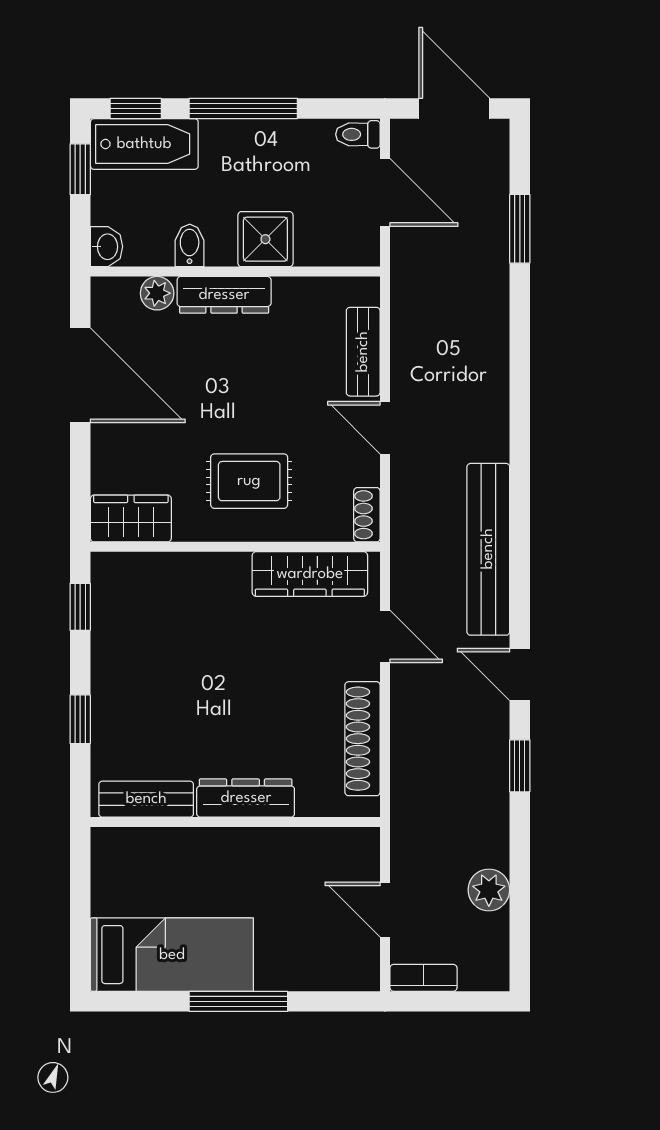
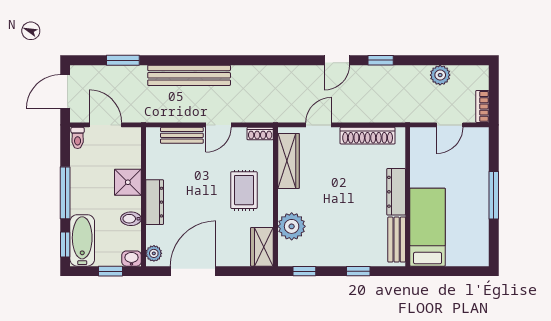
window: (80, 169) -> (111, 271), moved
door: (385, 192) -> (105, 125), hinge flipped
plant: (157, 293) -> (154, 253), moved
bench: (488, 549) -> (189, 75), moved
plant: (173, 580) -> (292, 226), added
bed: (172, 955) -> (428, 227), moved

